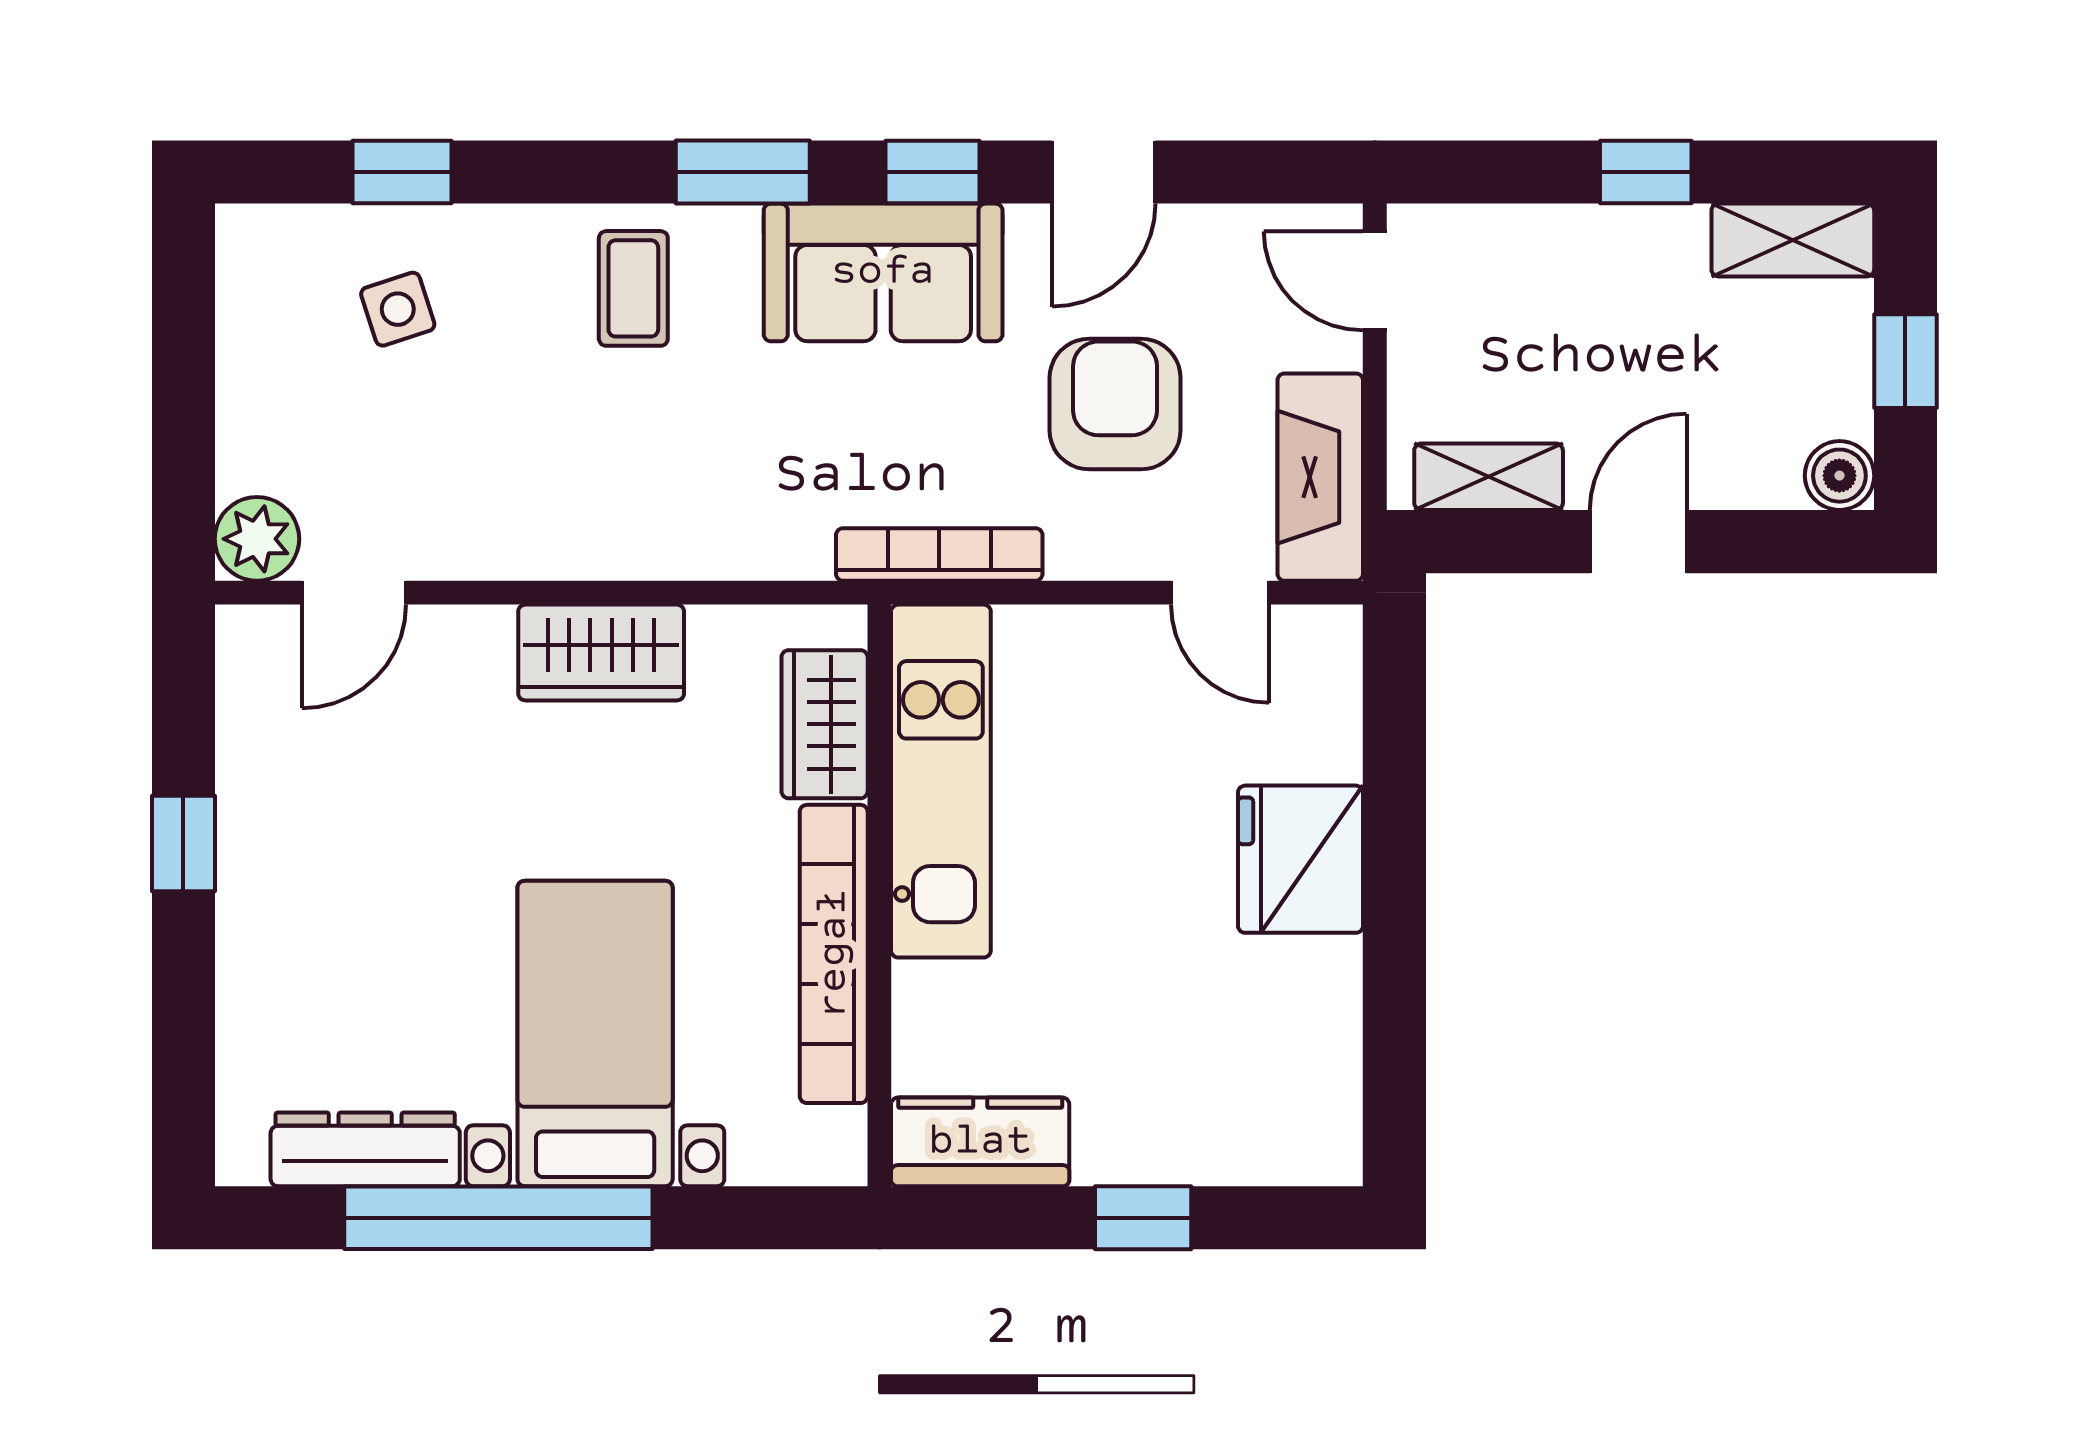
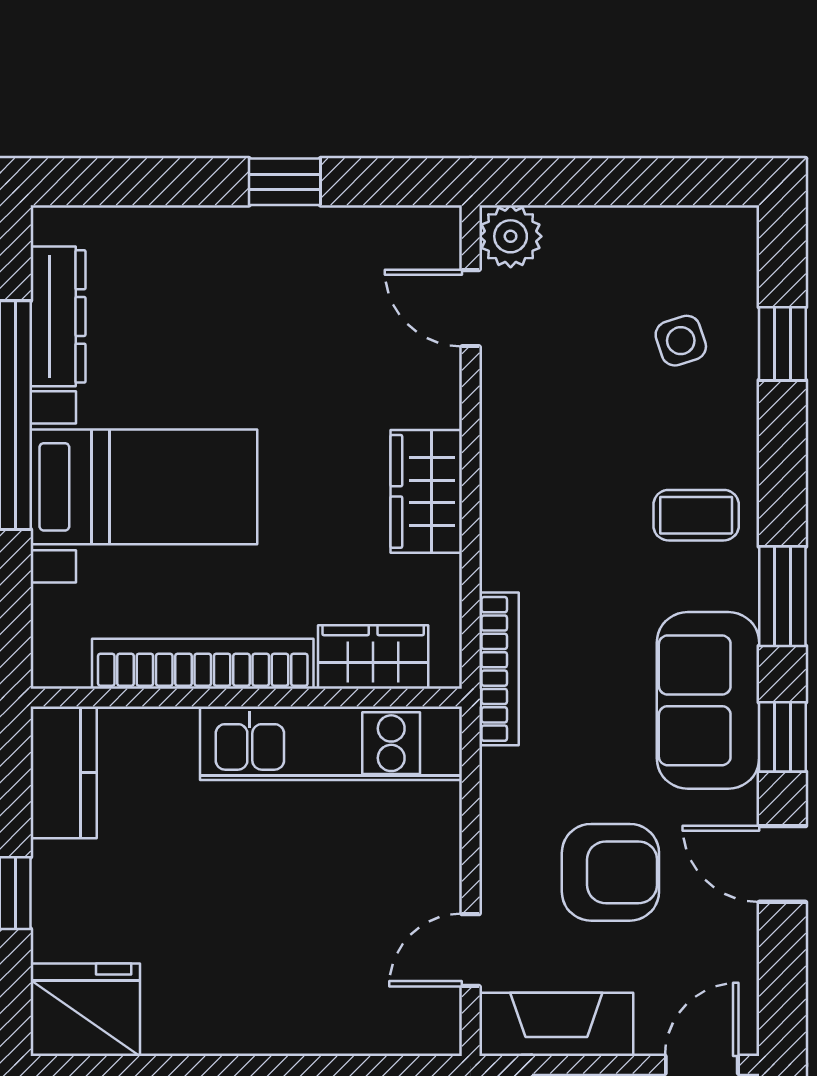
bookcase: (939, 554) -> (499, 669), moved
fridge: (1300, 859) -> (85, 1010), moved

